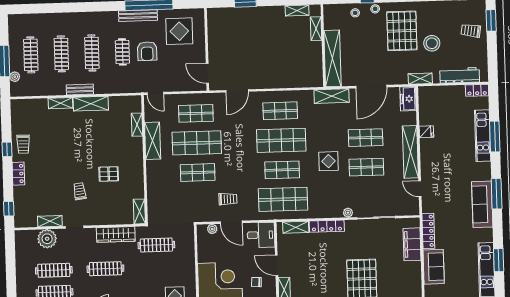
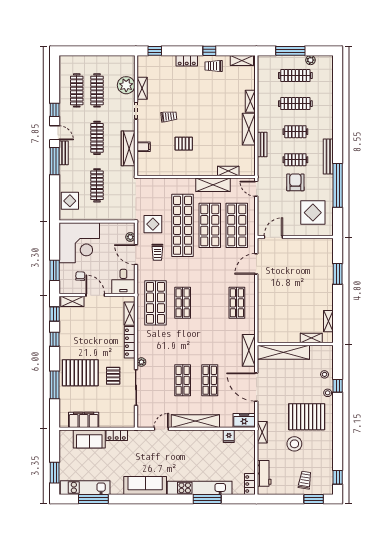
bench: (138, 16) -> (328, 157), moved
armchair: (147, 51) -> (295, 182), turned 90
clothes rail: (92, 53) -> (295, 132), width x0.73
workbench: (460, 75) -> (264, 473), width x0.73
plant: (15, 77) -> (310, 60), moved
bench: (80, 89) -> (262, 144), moved
door: (237, 91) -> (256, 264), hinge flipped
door: (155, 93) -> (256, 189), hinge flipped
shop shelf: (196, 113) -> (237, 225), width x1.43, depth x1.36
fridge: (426, 132) -> (229, 436), moved
kitchen unit: (483, 136) -> (200, 488), width x1.36
shop shelf: (281, 140) -> (210, 303), removed
display table: (329, 161) -> (153, 224), moved
shop shelf: (198, 172) -> (183, 225), width x2.00, depth x1.36
pallet: (109, 174) -> (184, 144), turned 90
window: (497, 194) -> (155, 499), removed
shelving: (139, 211) -> (242, 61), moved
filing cabinet: (113, 218) -> (144, 147), added
door: (231, 222) -> (136, 255), hinge flipped
locker: (428, 231) -> (117, 435), width x0.66
pallet: (364, 243) -> (113, 376), added
filing cabinet: (412, 244) -> (84, 420), moved
clothes rail: (156, 245) -> (97, 185), moved
window: (499, 260) -> (93, 499), width x1.44
door: (277, 265) -> (95, 295), hinge flipped

